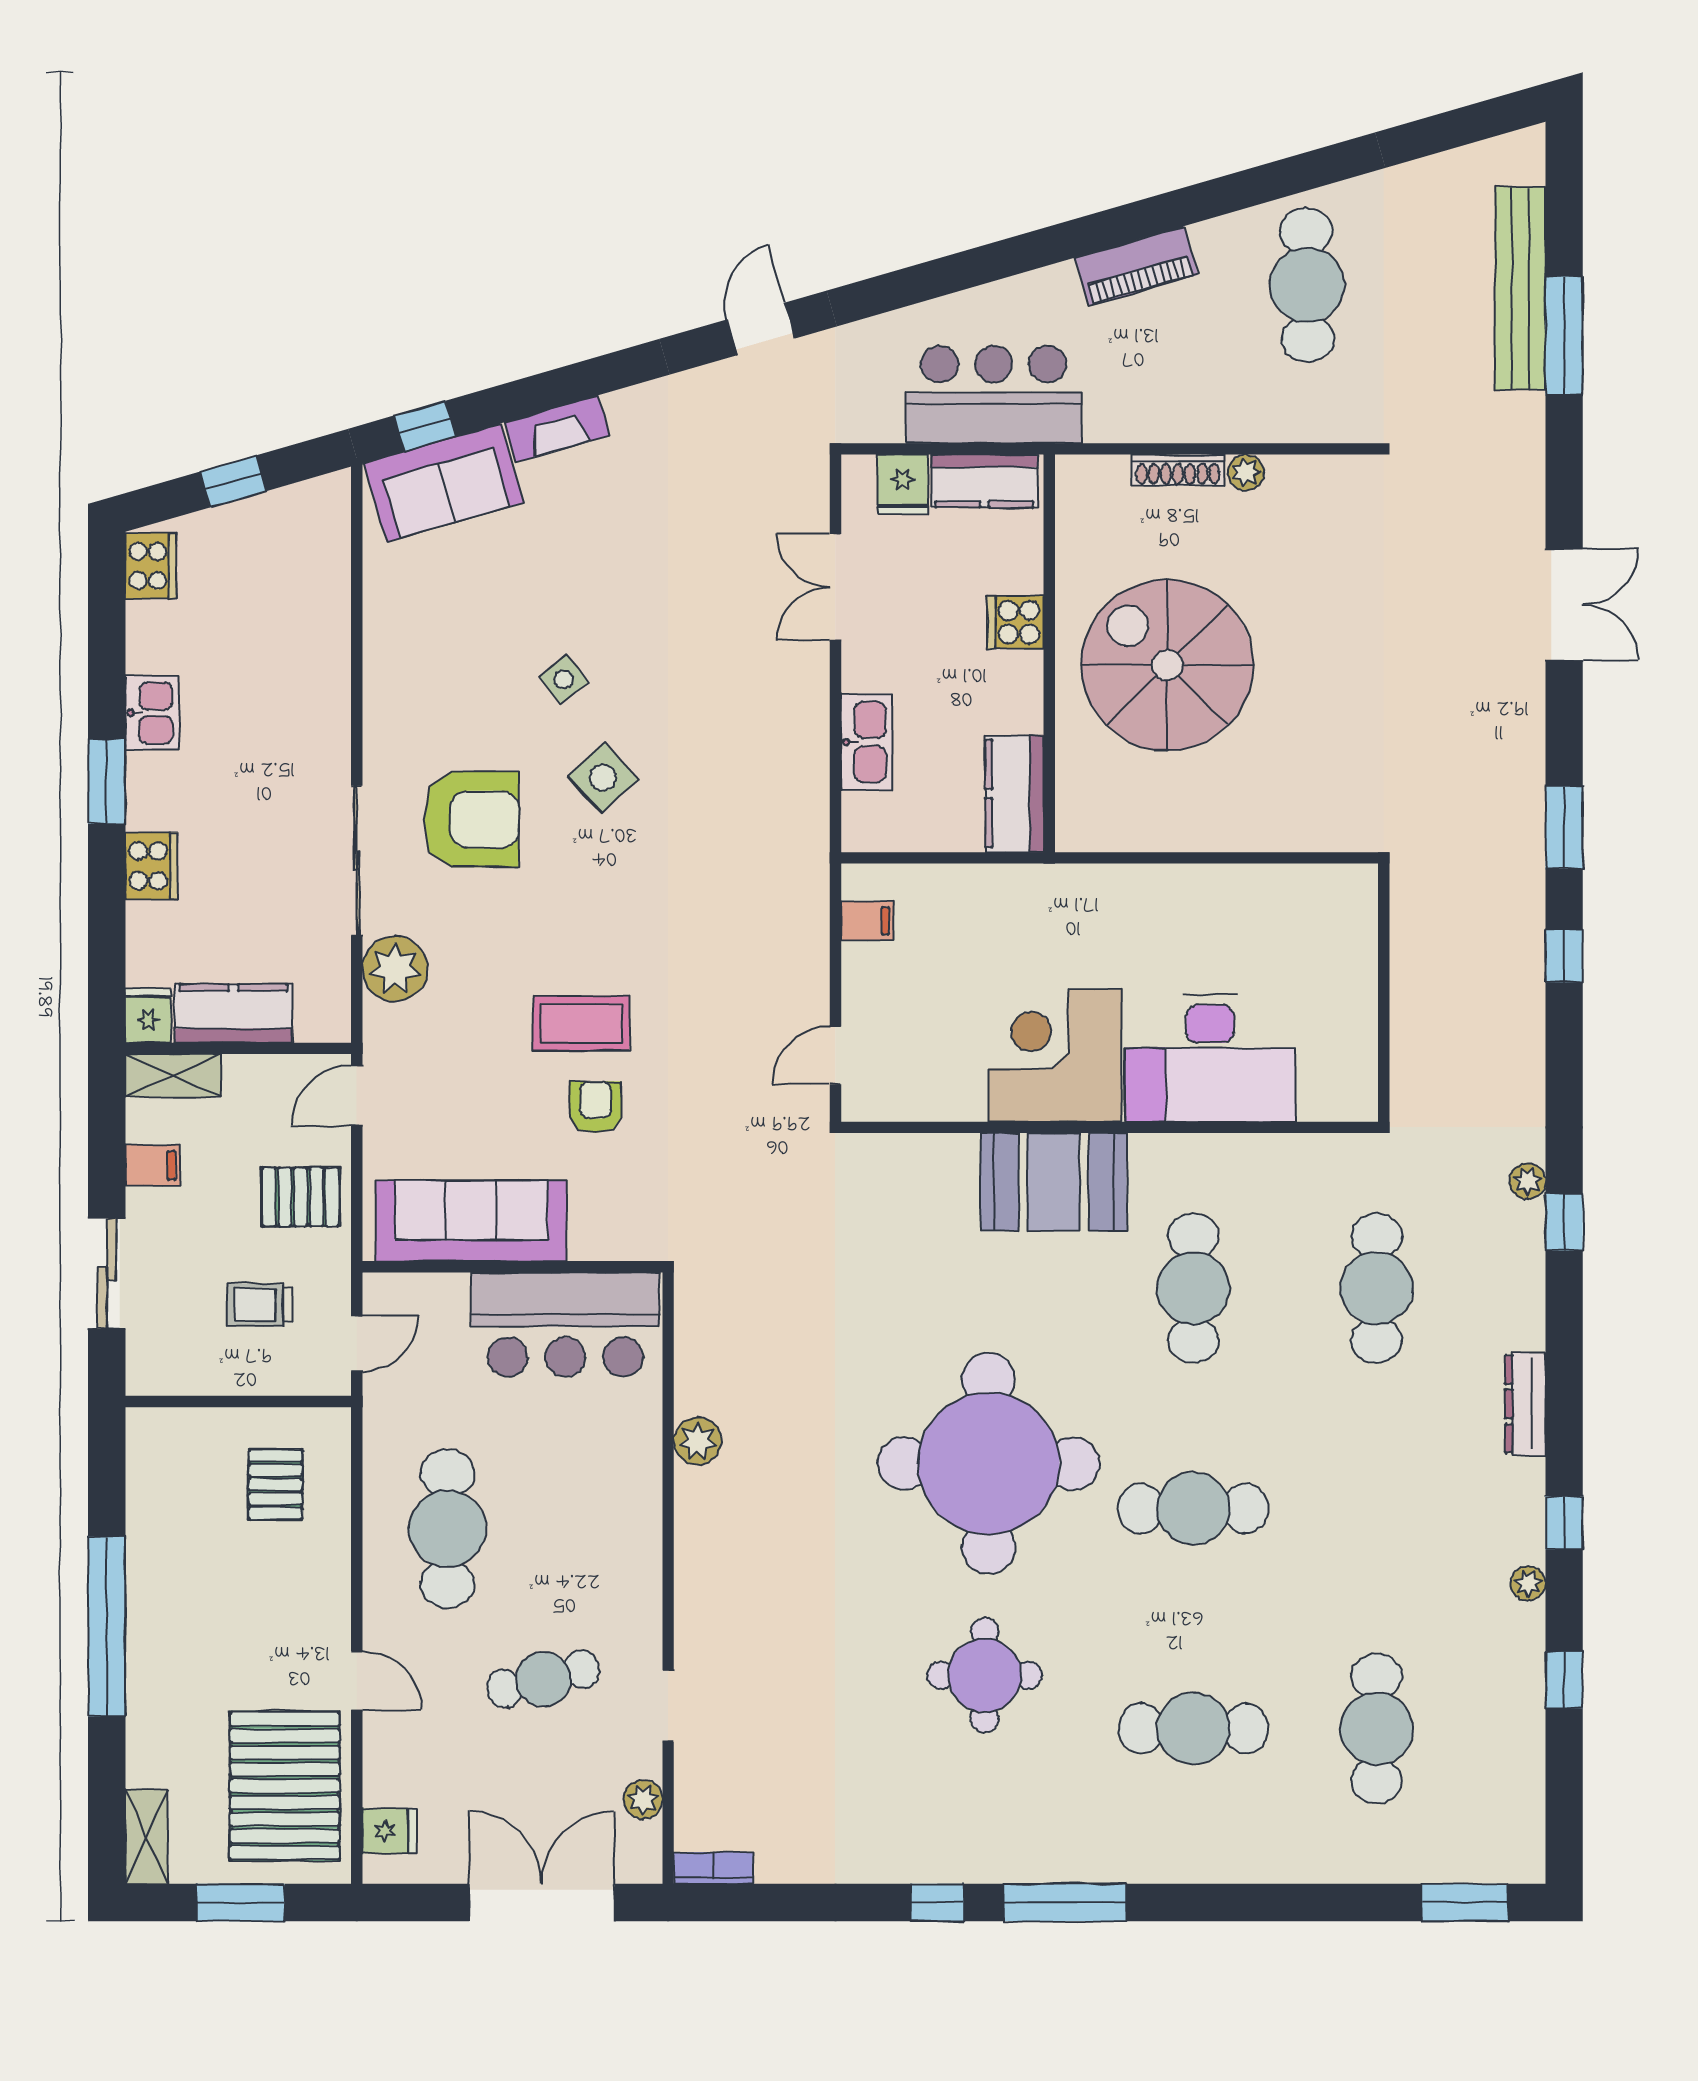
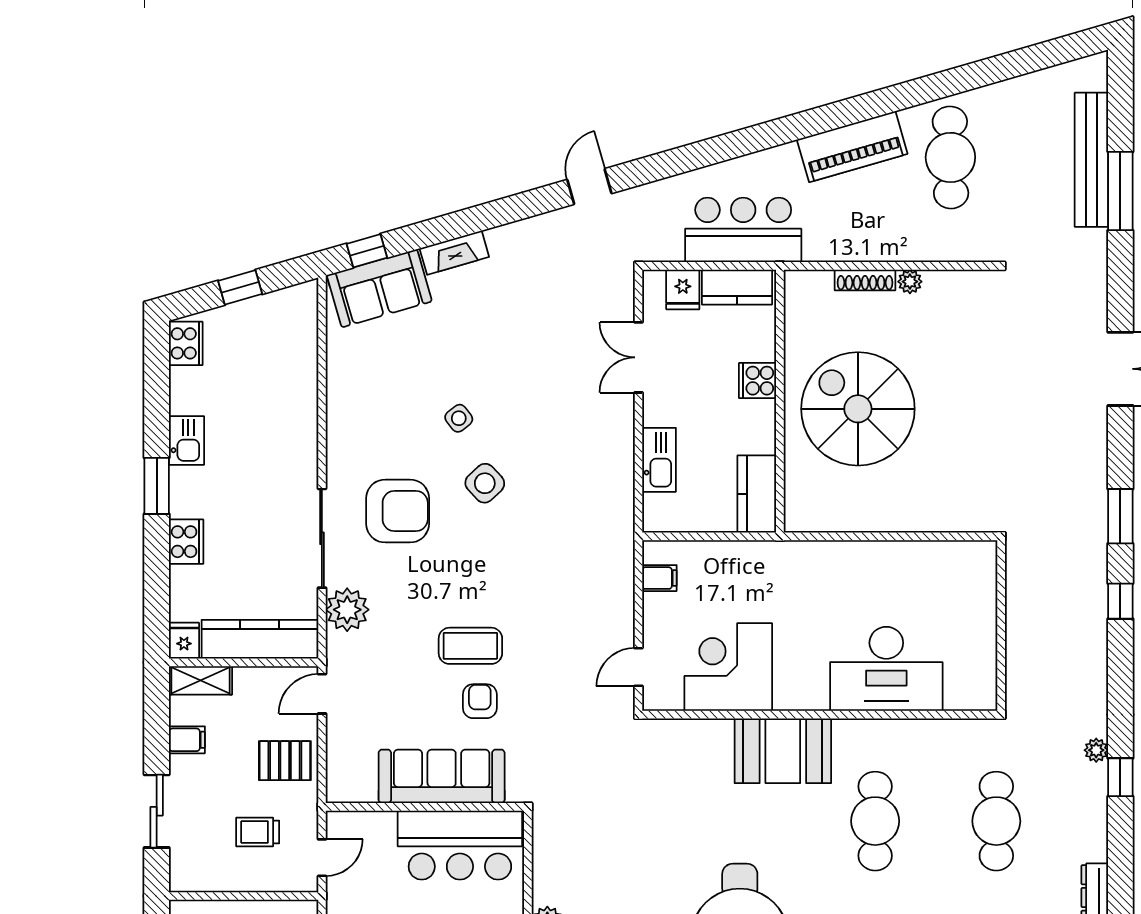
piano: (1136, 266) -> (852, 147), width x1.37, depth x1.33
kitchen counter: (233, 1013) -> (260, 639), width x1.50
corner desk: (1055, 1055) -> (728, 667), moved
sofa: (471, 1221) -> (442, 776), moved

